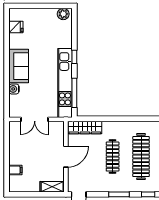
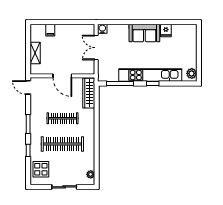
fridge: (16, 27) -> (166, 31), moved
kitchen unit: (65, 83) -> (150, 75), moved
water cooler: (14, 89) -> (102, 29), moved
shelving: (52, 187) -> (35, 53), moved

